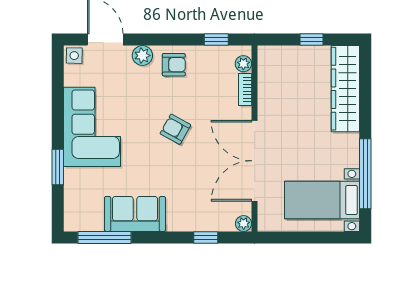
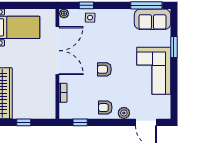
side table: (74, 56) -> (90, 18), moved
plant: (243, 64) -> (64, 108), removed
armchair: (175, 129) -> (104, 69), turned 151
sofa: (135, 214) -> (152, 19), moved

